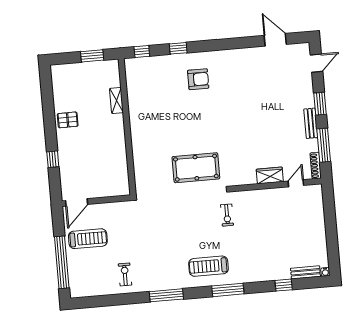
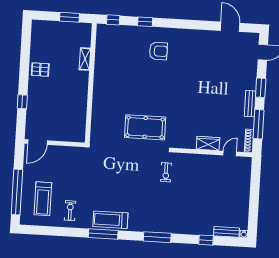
treadmill: (88, 239) -> (43, 199), moved, turned 90
treadmill: (208, 266) -> (110, 220), moved

